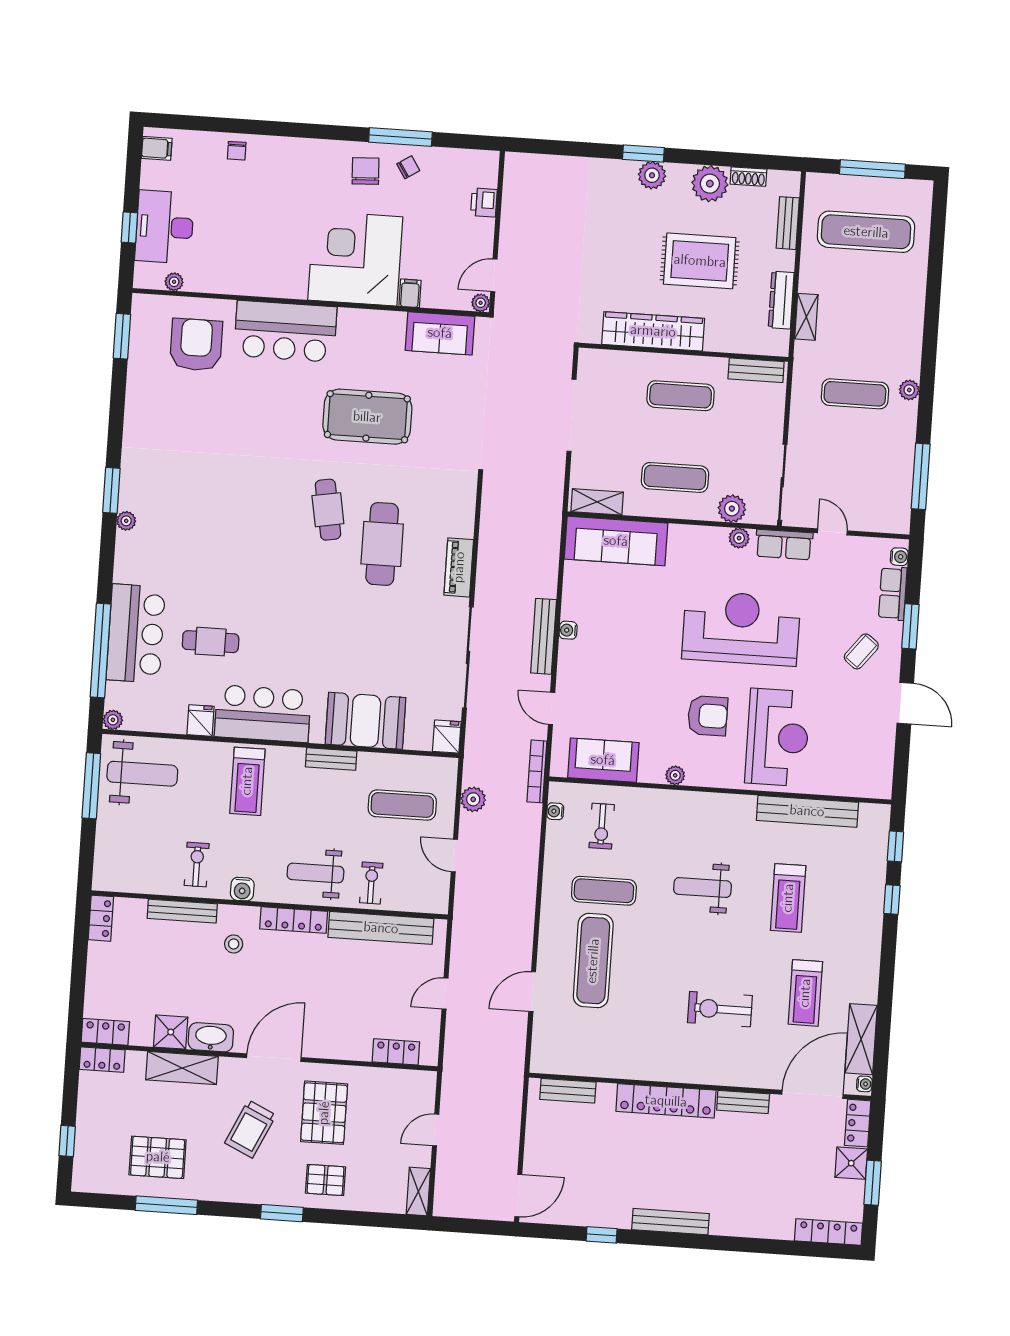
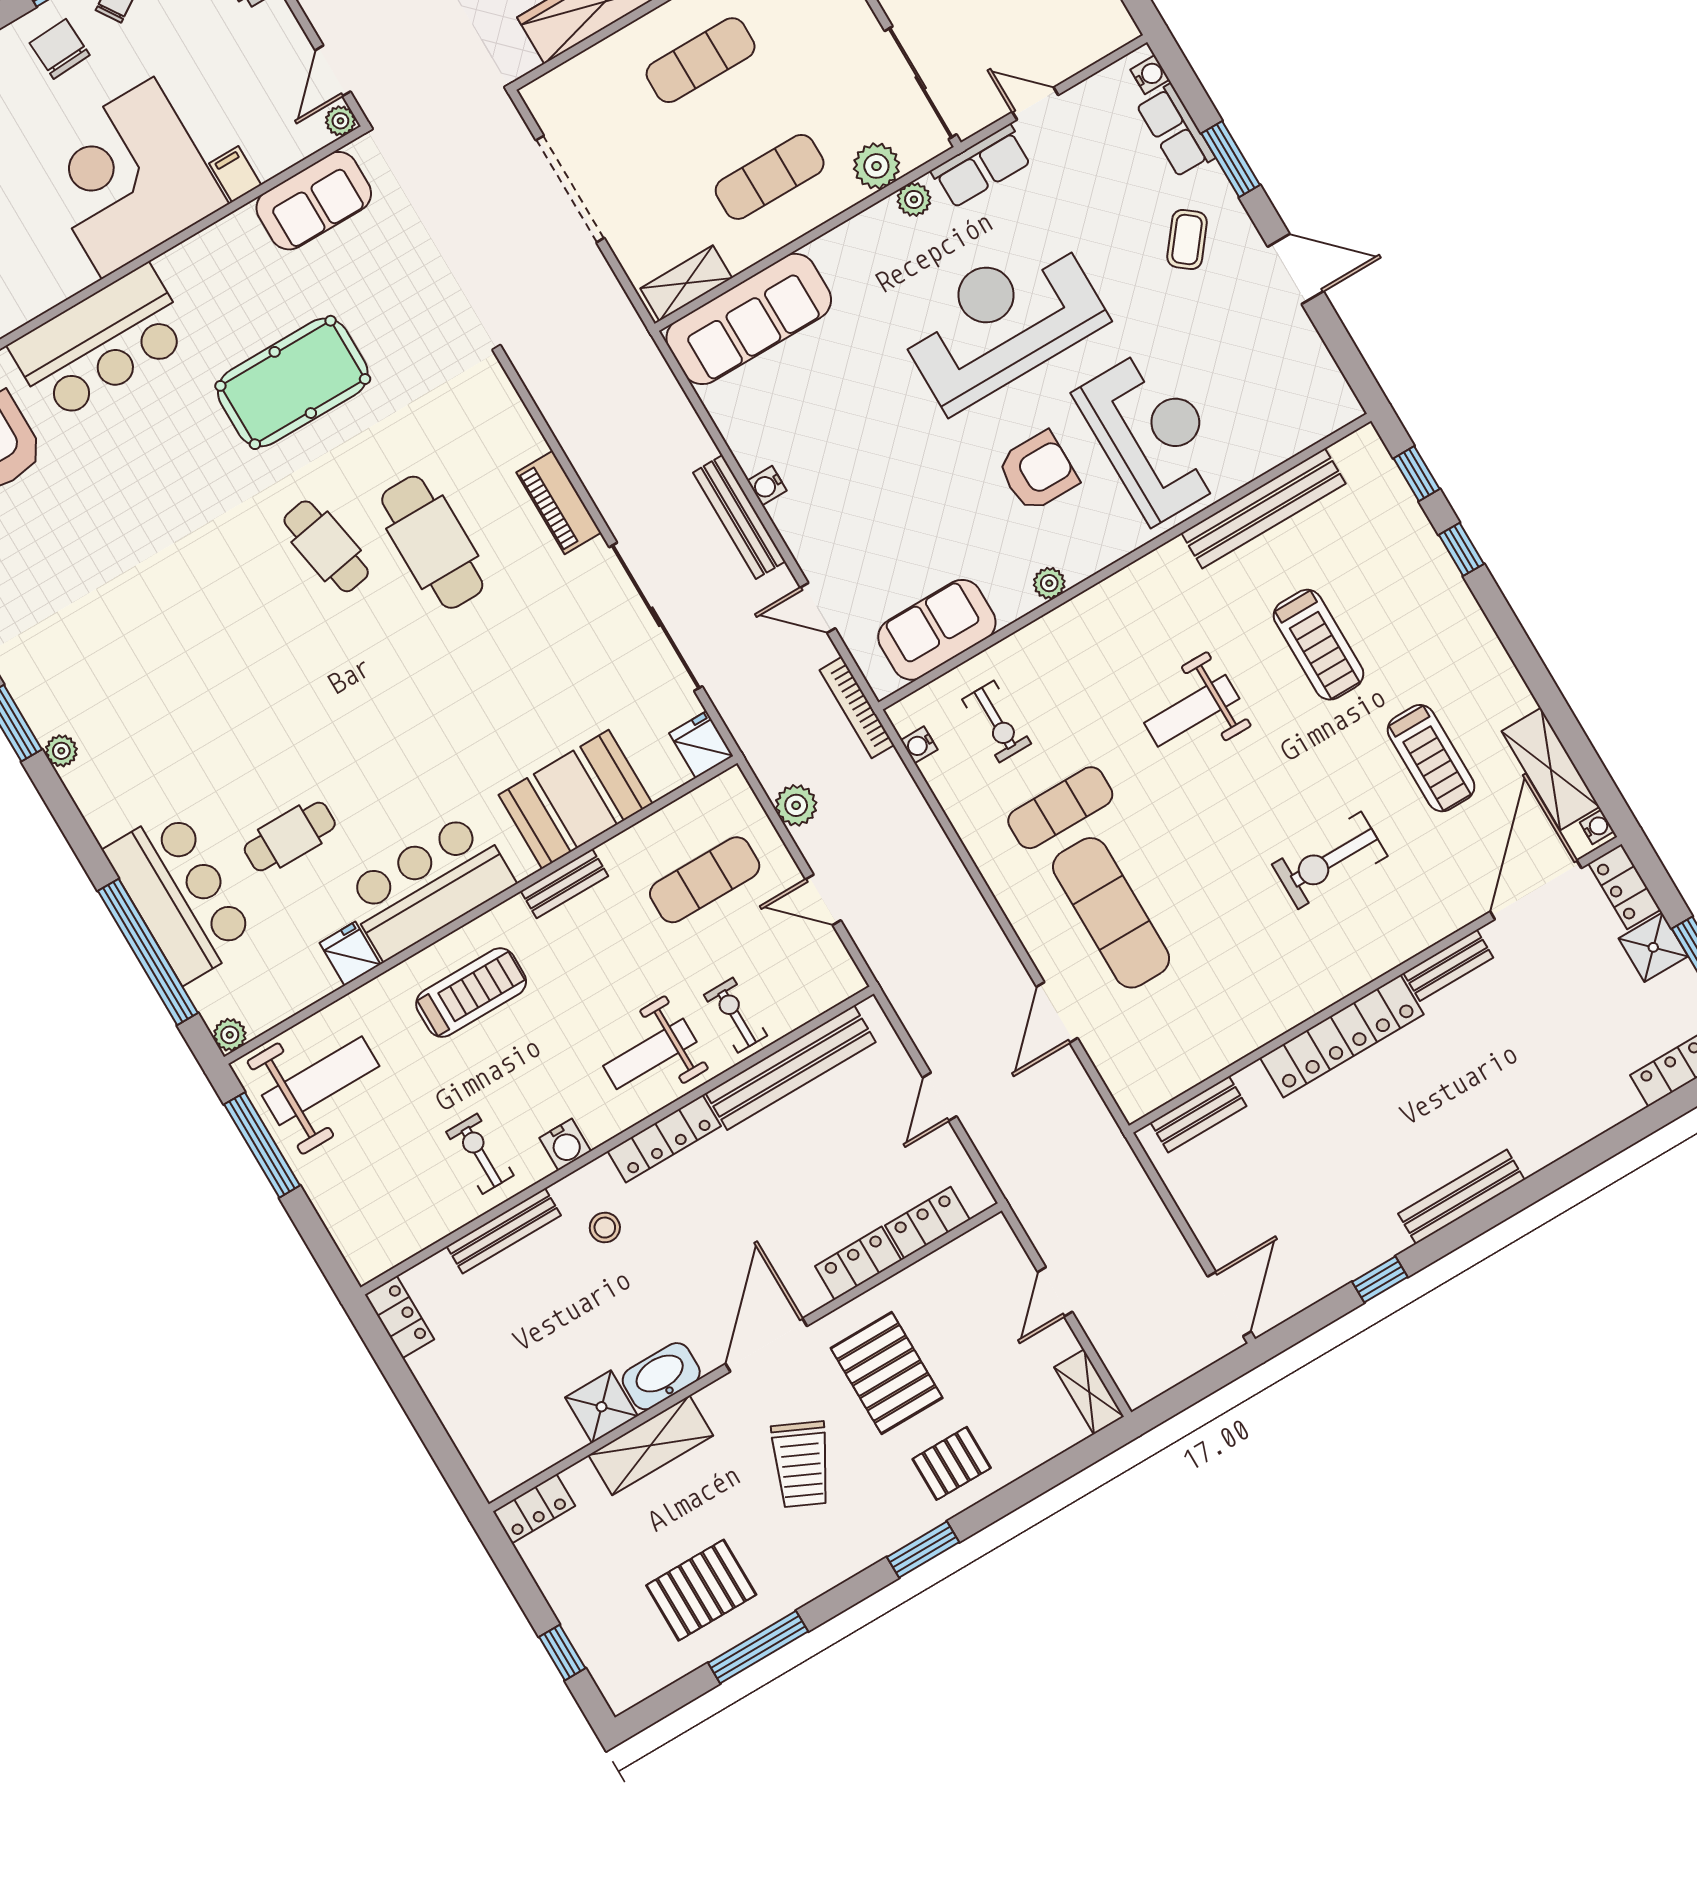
treadmill: (247, 781) -> (471, 993), turned -90
locker: (105, 1032) -> (858, 1263), moved

